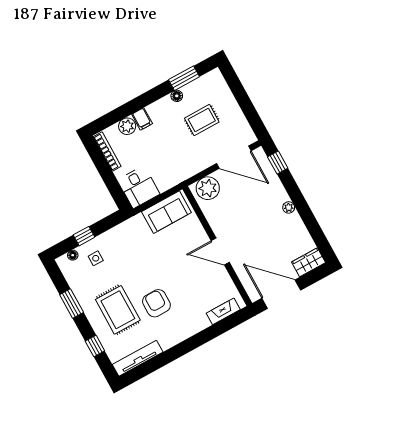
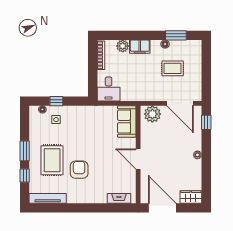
filing cabinet: (142, 119) -> (140, 47), width x2.00
sofa: (166, 212) -> (127, 122), moved, turned 90
window: (72, 304) -> (25, 151), moved

